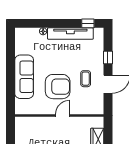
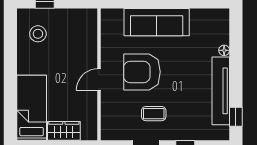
armchair: (58, 87) -> (142, 72), turned 90
door: (63, 115) -> (99, 80), swing flipped

